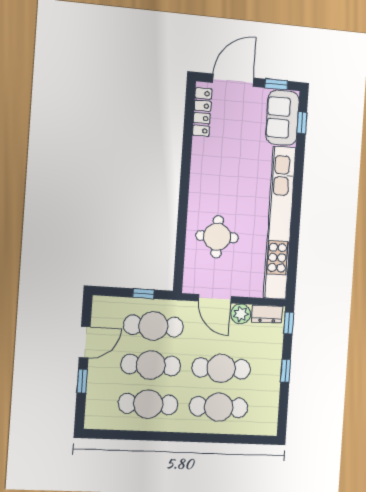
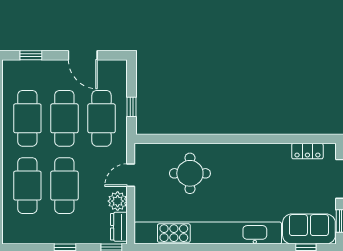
locker: (202, 112) -> (307, 151), width x0.66
door: (215, 299) -> (131, 175), width x0.73
window: (82, 381) -> (31, 55), moved

